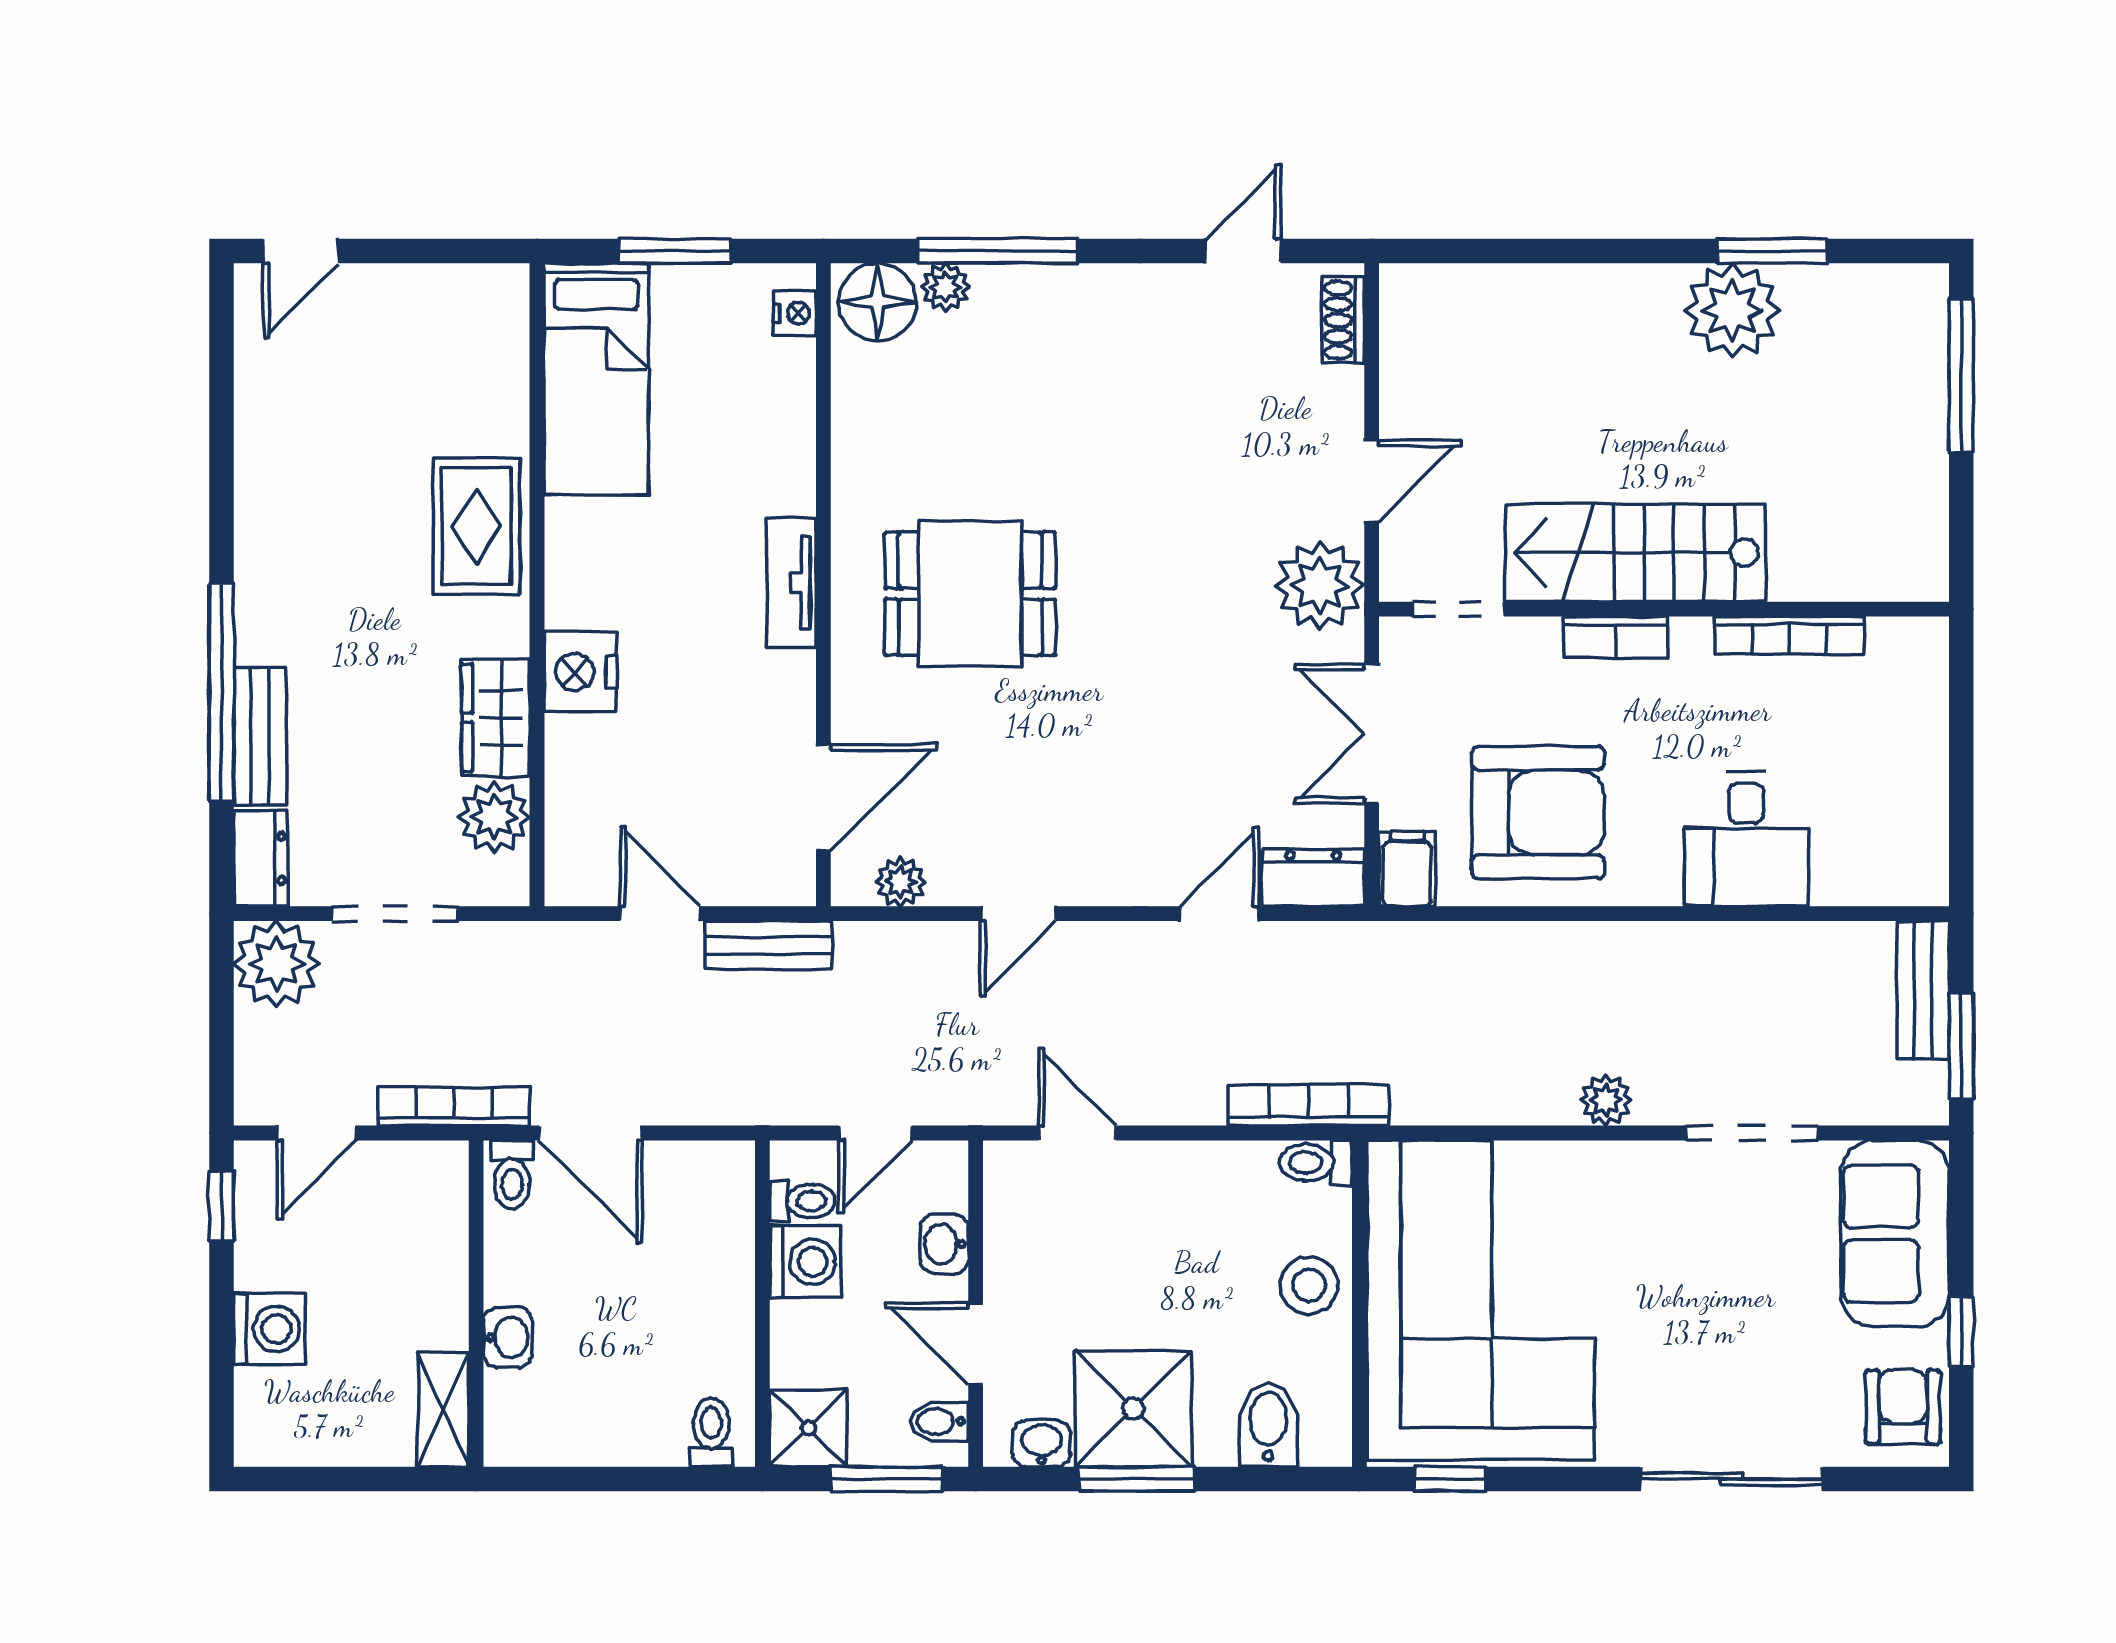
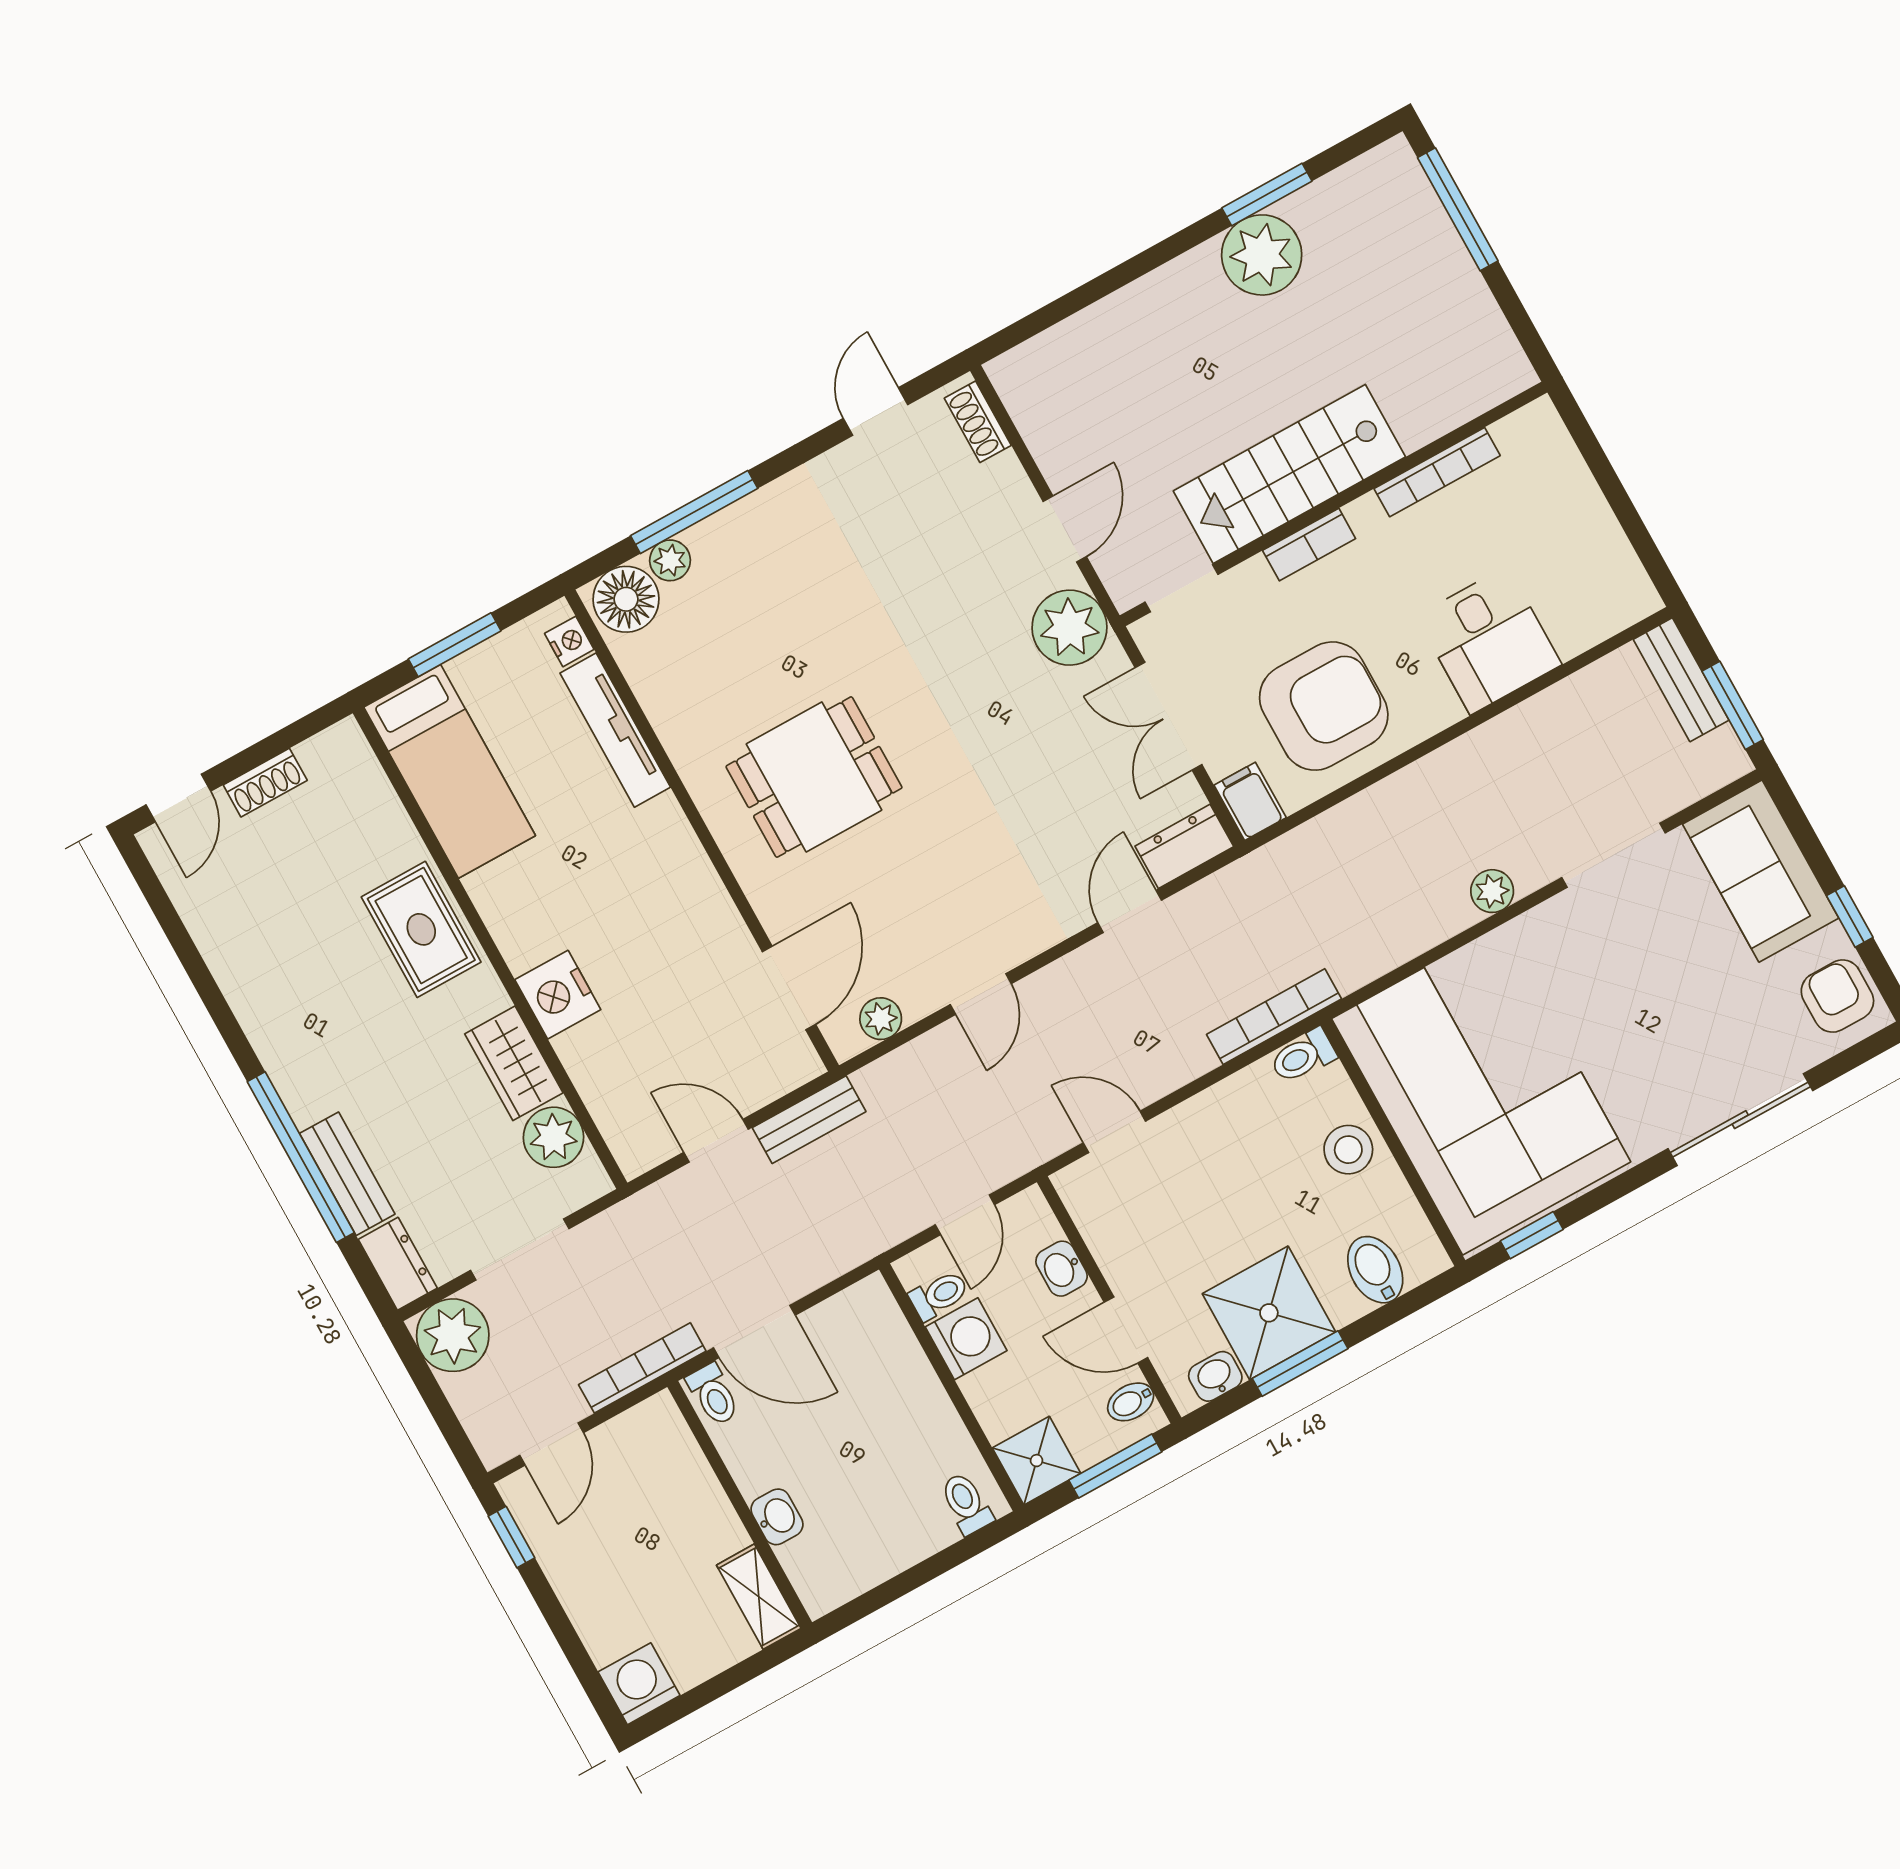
shoe rack: (399, 285) -> (265, 783), added
tv unit: (791, 583) -> (615, 730), moved, width x1.41
washing machine: (269, 1329) -> (639, 1684), moved, turned -90

